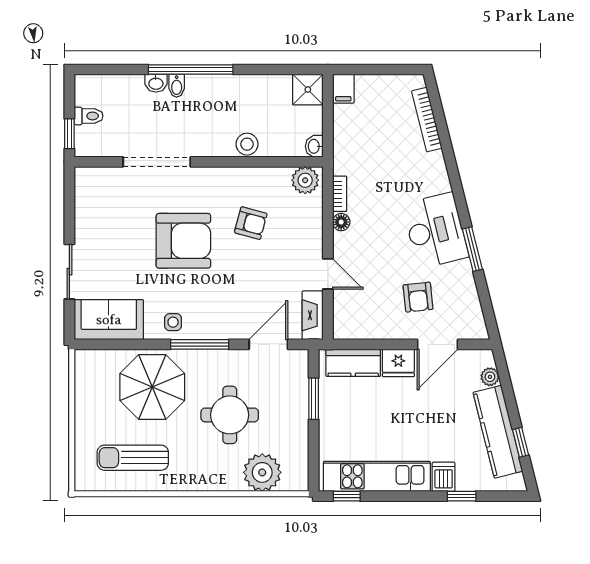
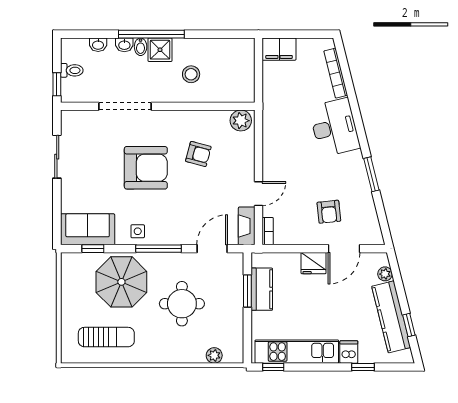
filing cabinet: (343, 89) -> (279, 49), width x2.00
shower: (308, 90) -> (160, 50), moved
stool: (247, 144) -> (191, 74), moved
washbasin: (314, 146) -> (98, 45), moved, turned -90
bookcase: (340, 194) -> (268, 231), moved
floor lamp: (341, 222) -> (269, 153), removed
desk: (435, 230) -> (334, 127), moved
sliding door: (69, 272) -> (57, 157), moved
door: (328, 274) -> (258, 194), hinge flipped
window: (116, 344) -> (93, 249), added
kitchen counter: (353, 363) -> (262, 289), moved, turned -90
sun lounger: (133, 458) -> (106, 337), turned 180
plant: (262, 472) -> (214, 355), width x0.53, depth x0.53

